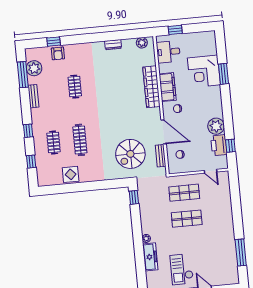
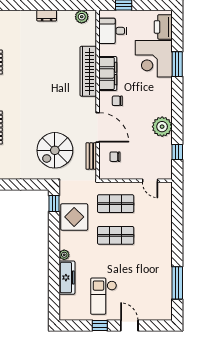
printer: (219, 145) -> (163, 27), moved
display table: (151, 207) -> (74, 217), added

